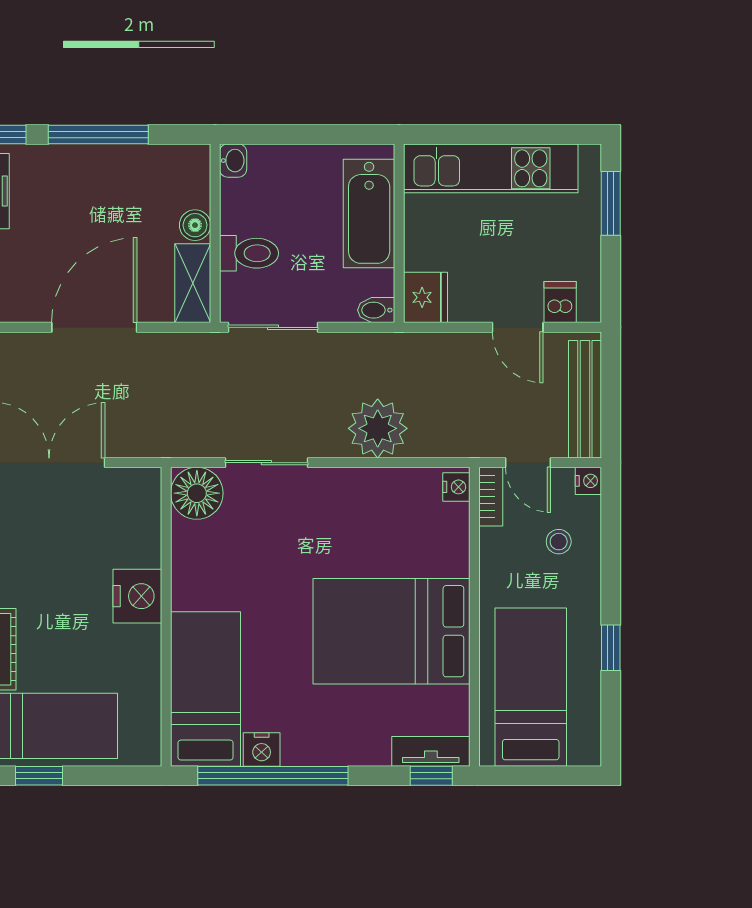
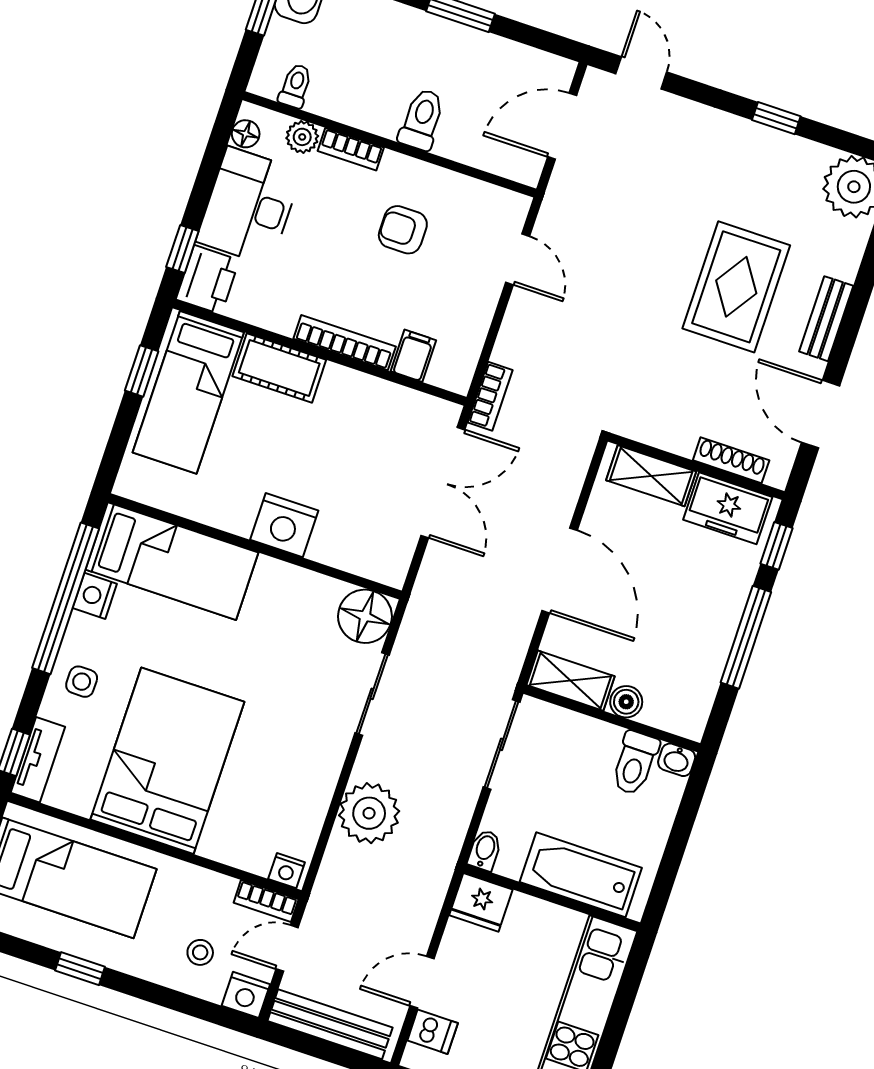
toilet: (249, 253) -> (635, 763), moved
nightstand: (588, 481) -> (246, 995), width x1.39, depth x1.35
side table: (345, 735) -> (82, 682), added

